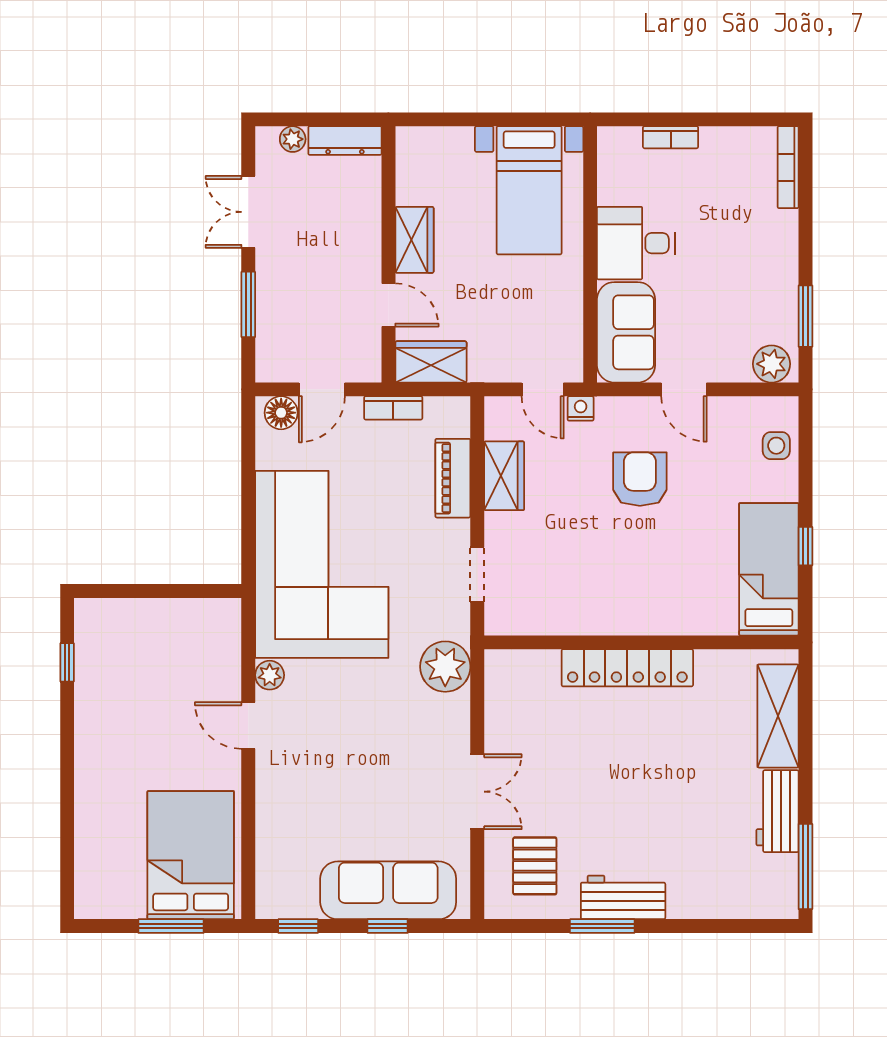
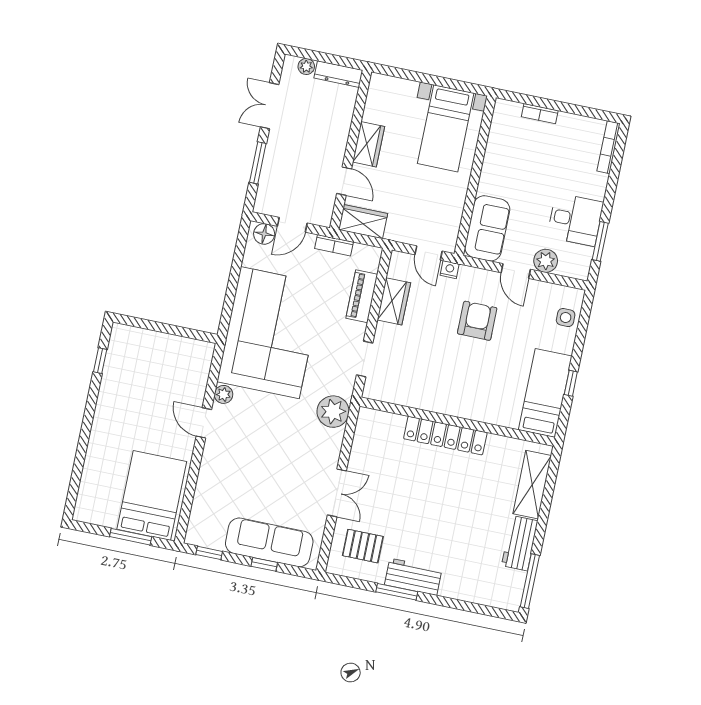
desk: (636, 243) -> (575, 220), moved, turned 180
plant: (772, 364) -> (546, 261), moved
pallet: (535, 866) -> (363, 546), turned 90

